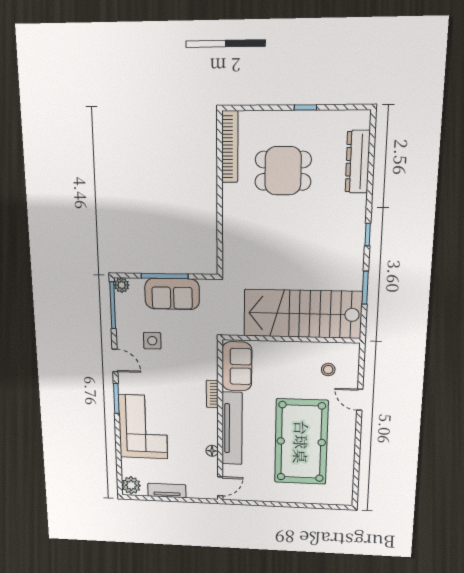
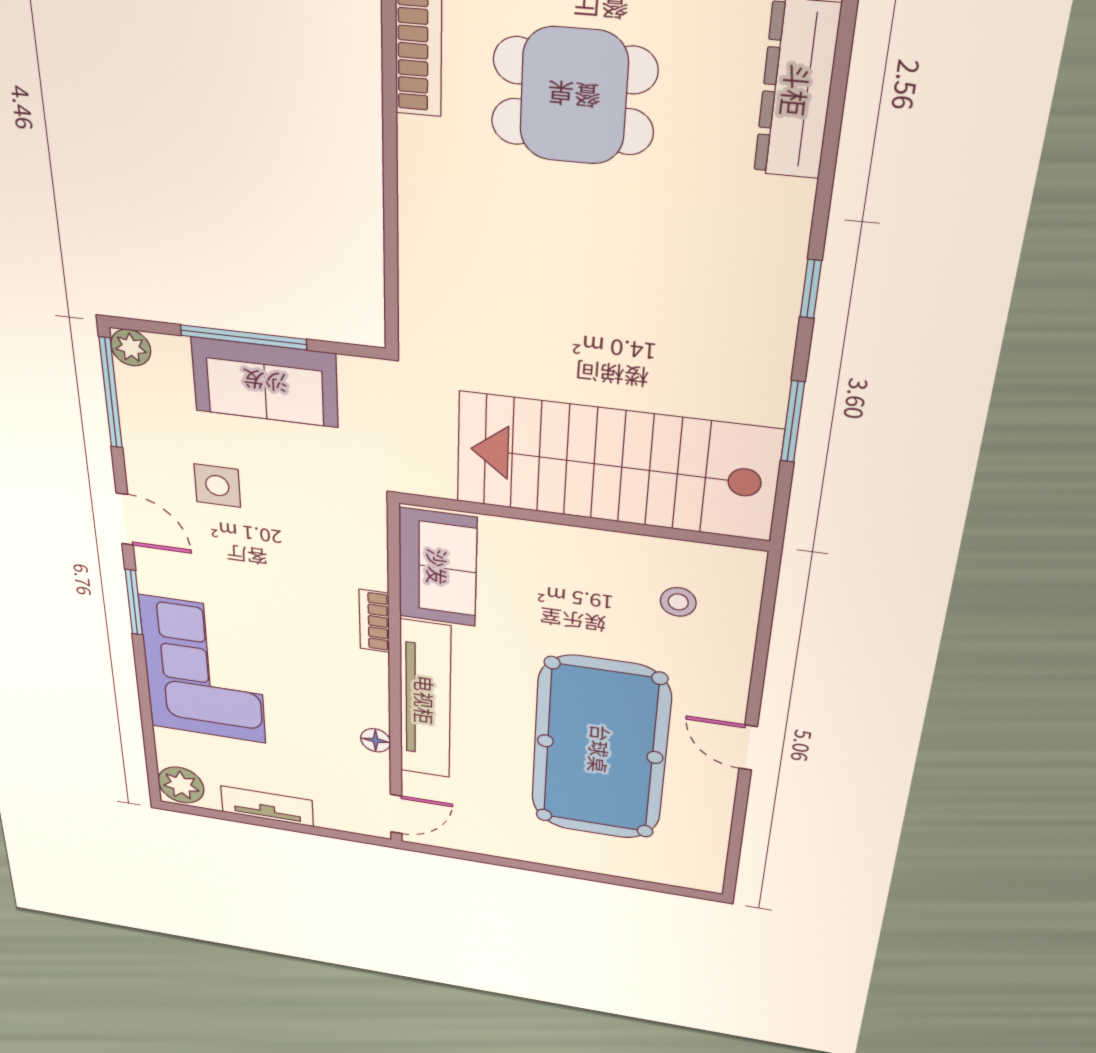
door: (360, 400) -> (748, 748), moved

